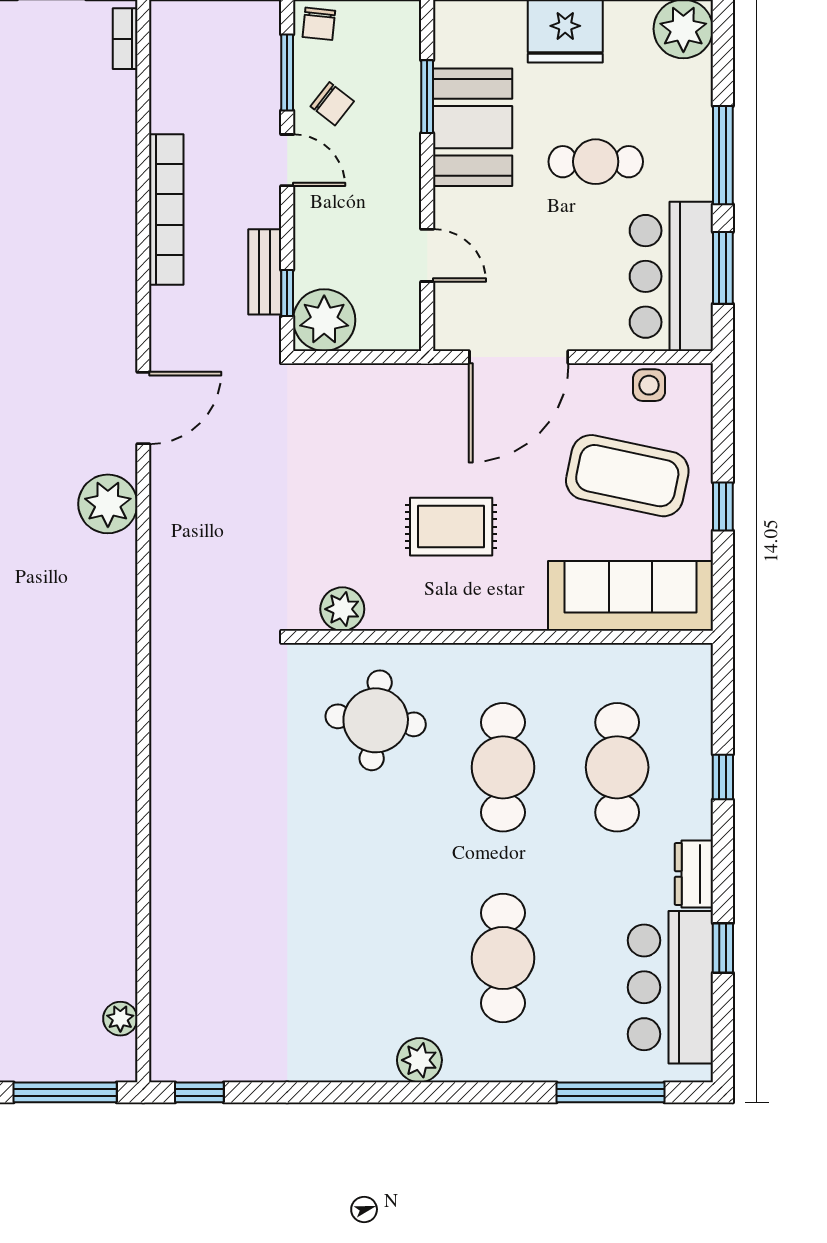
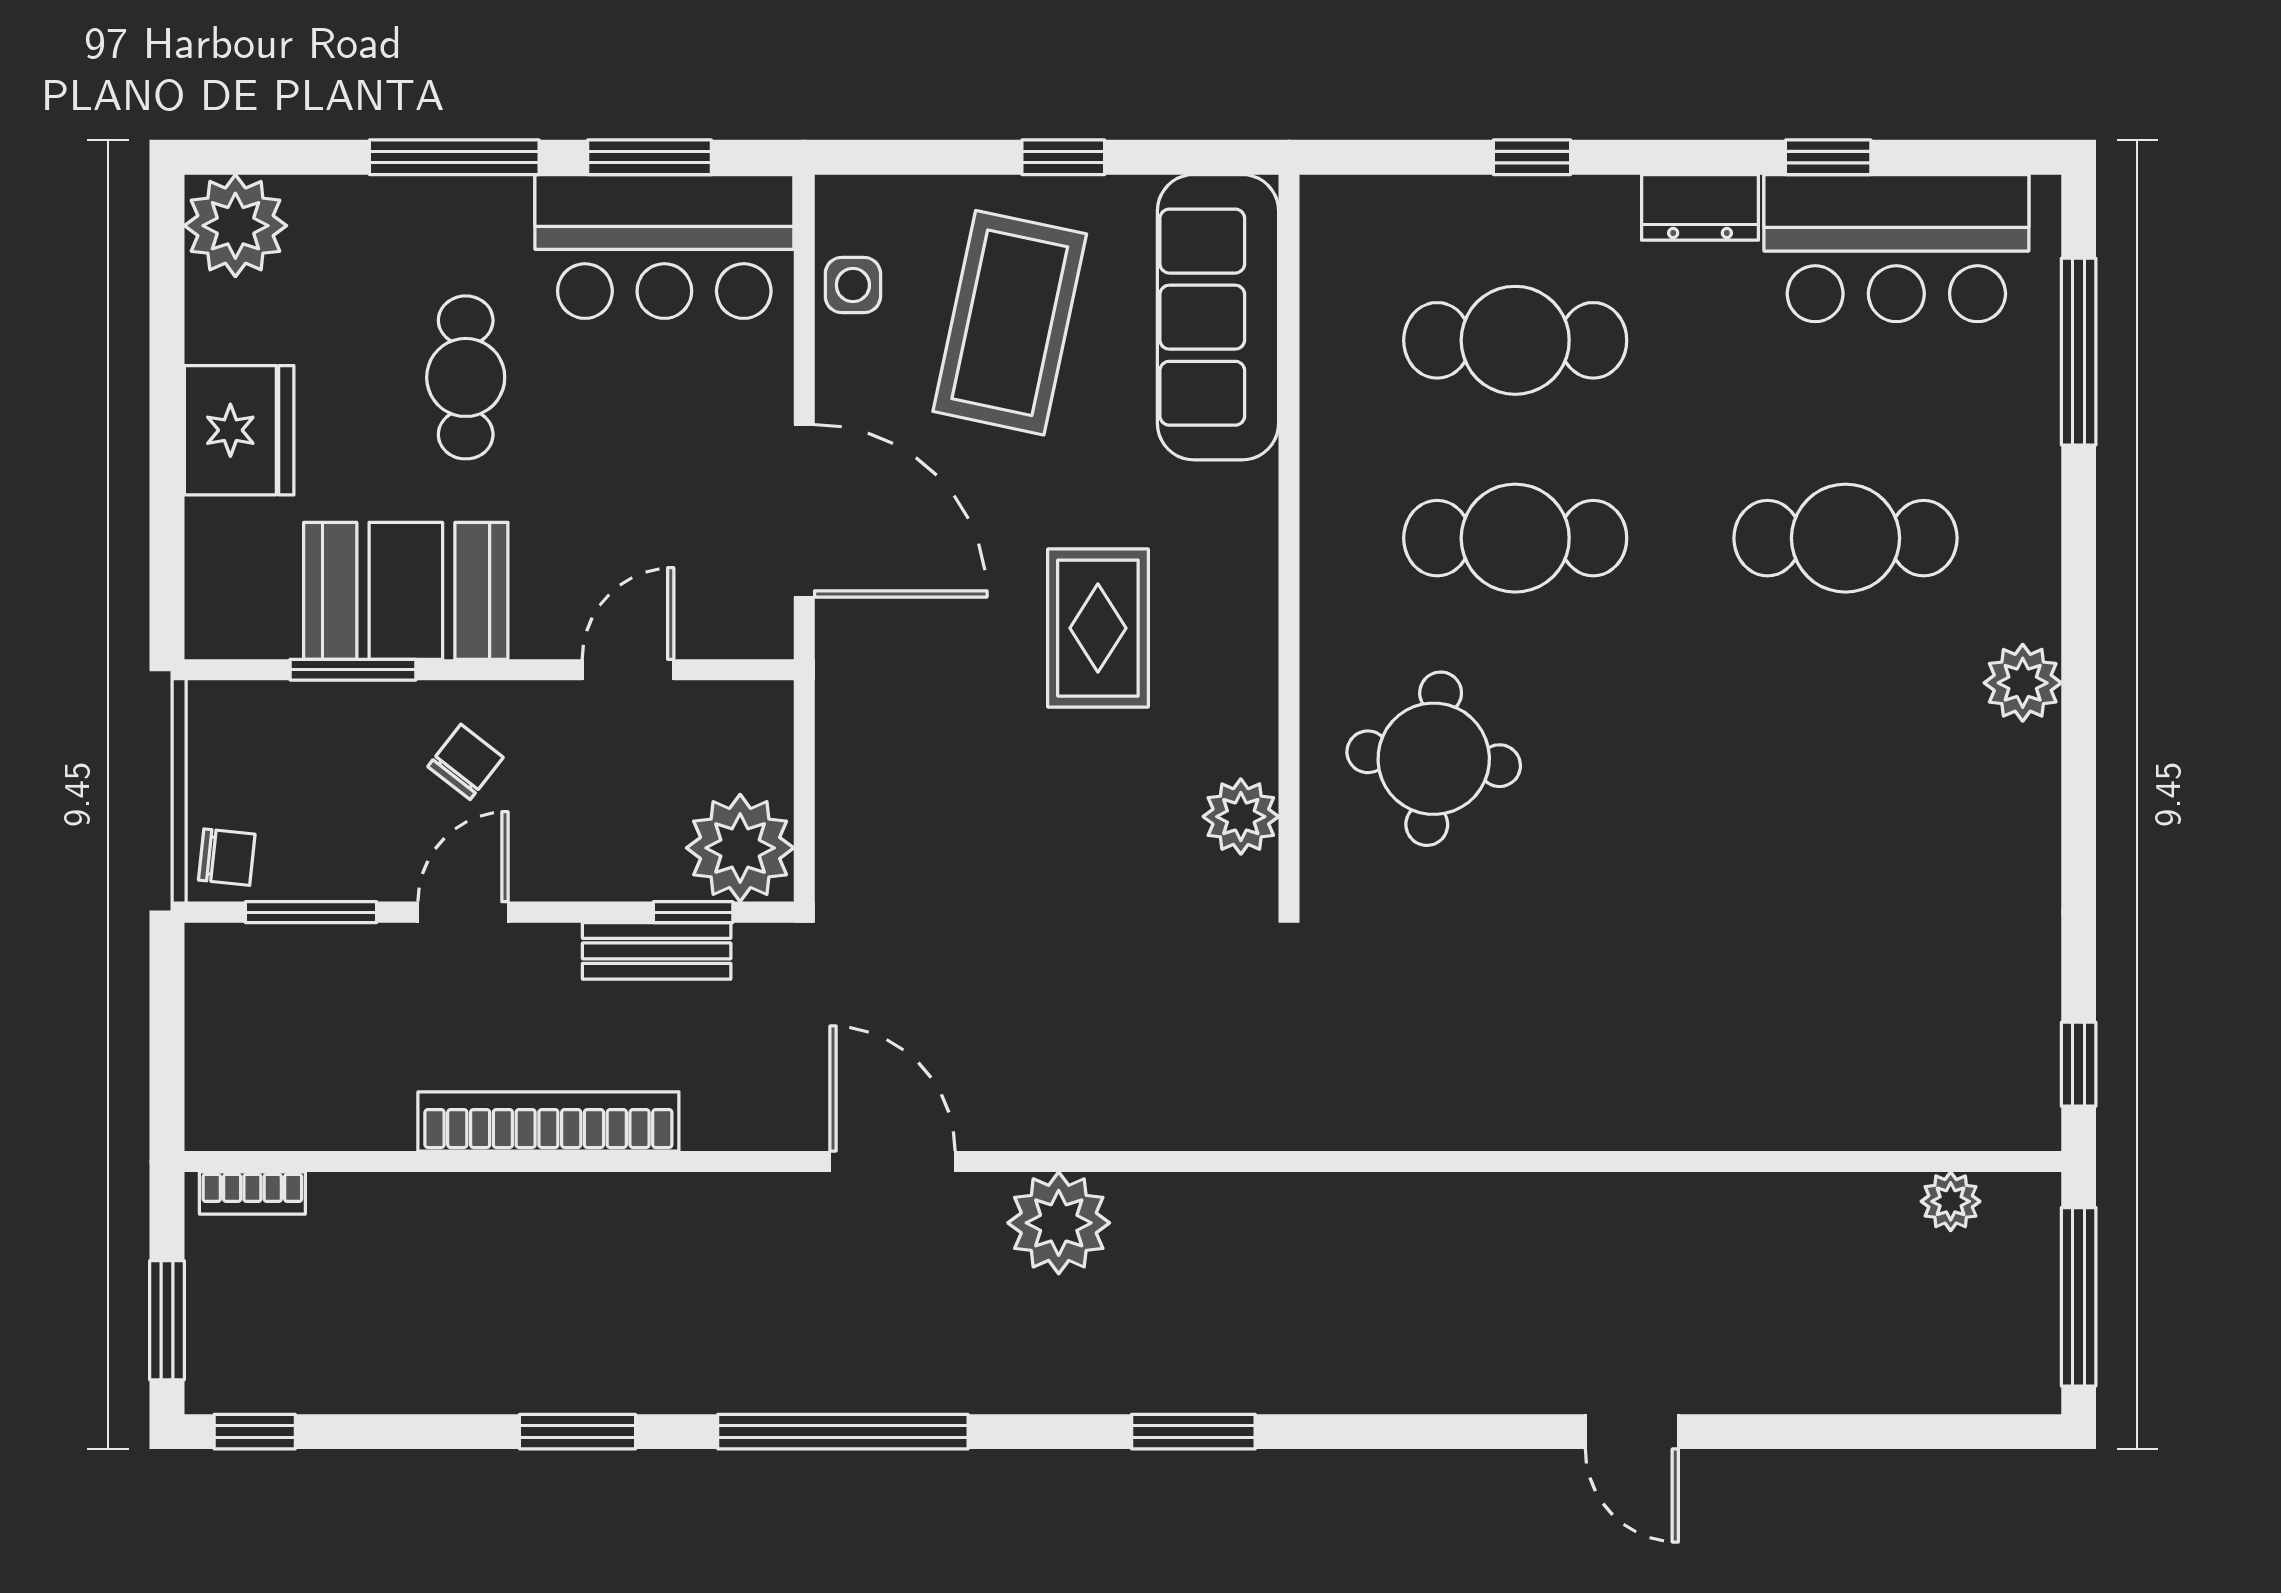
chair: (332, 104) -> (465, 762), moved

